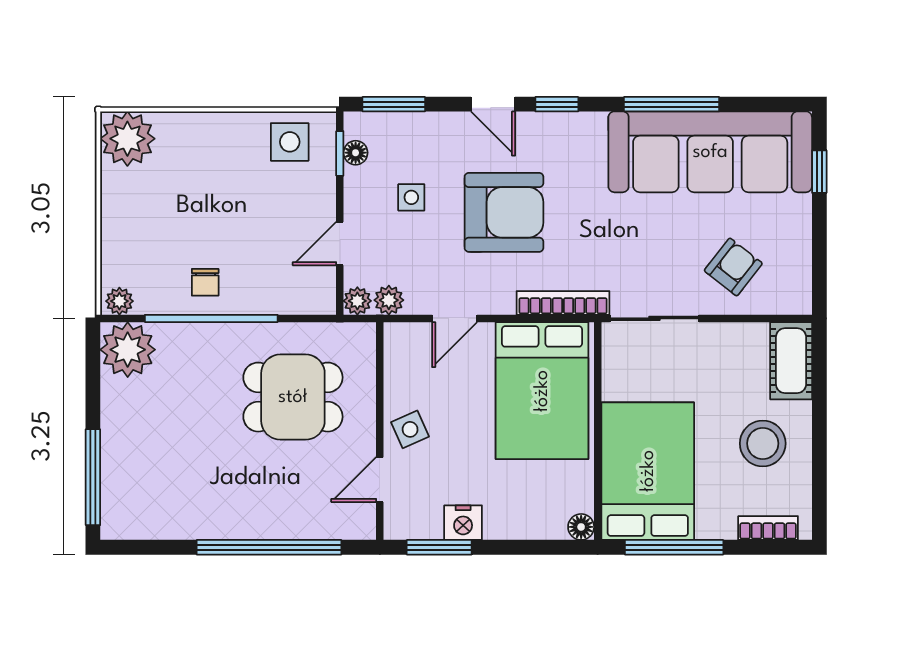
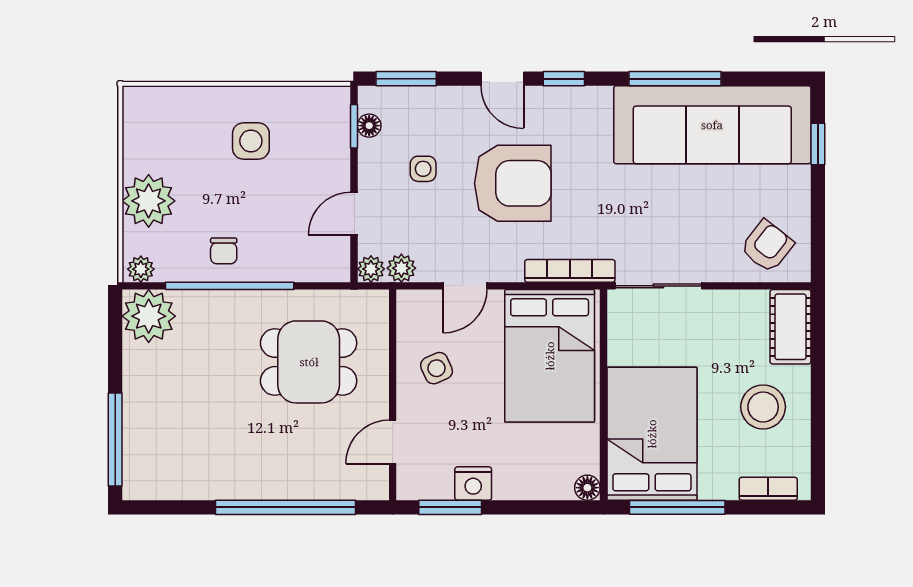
plant: (127, 139) -> (149, 201), moved
side table: (290, 142) -> (251, 141), moved
armchair: (733, 267) -> (767, 246), moved
side table: (410, 429) -> (437, 368), moved

